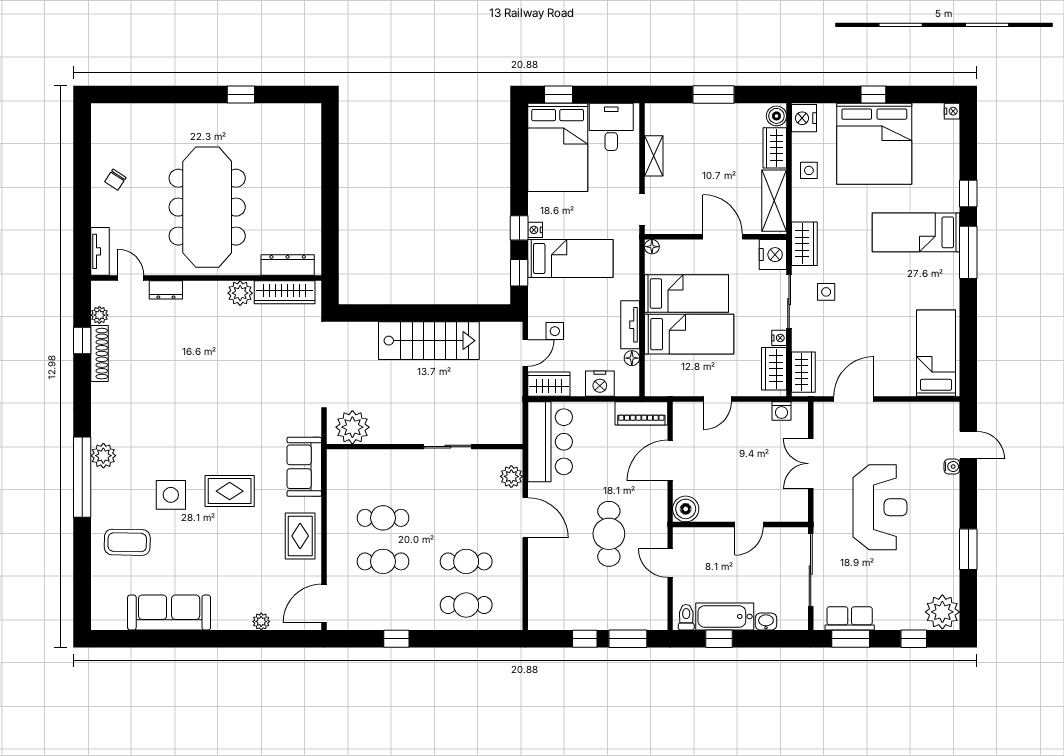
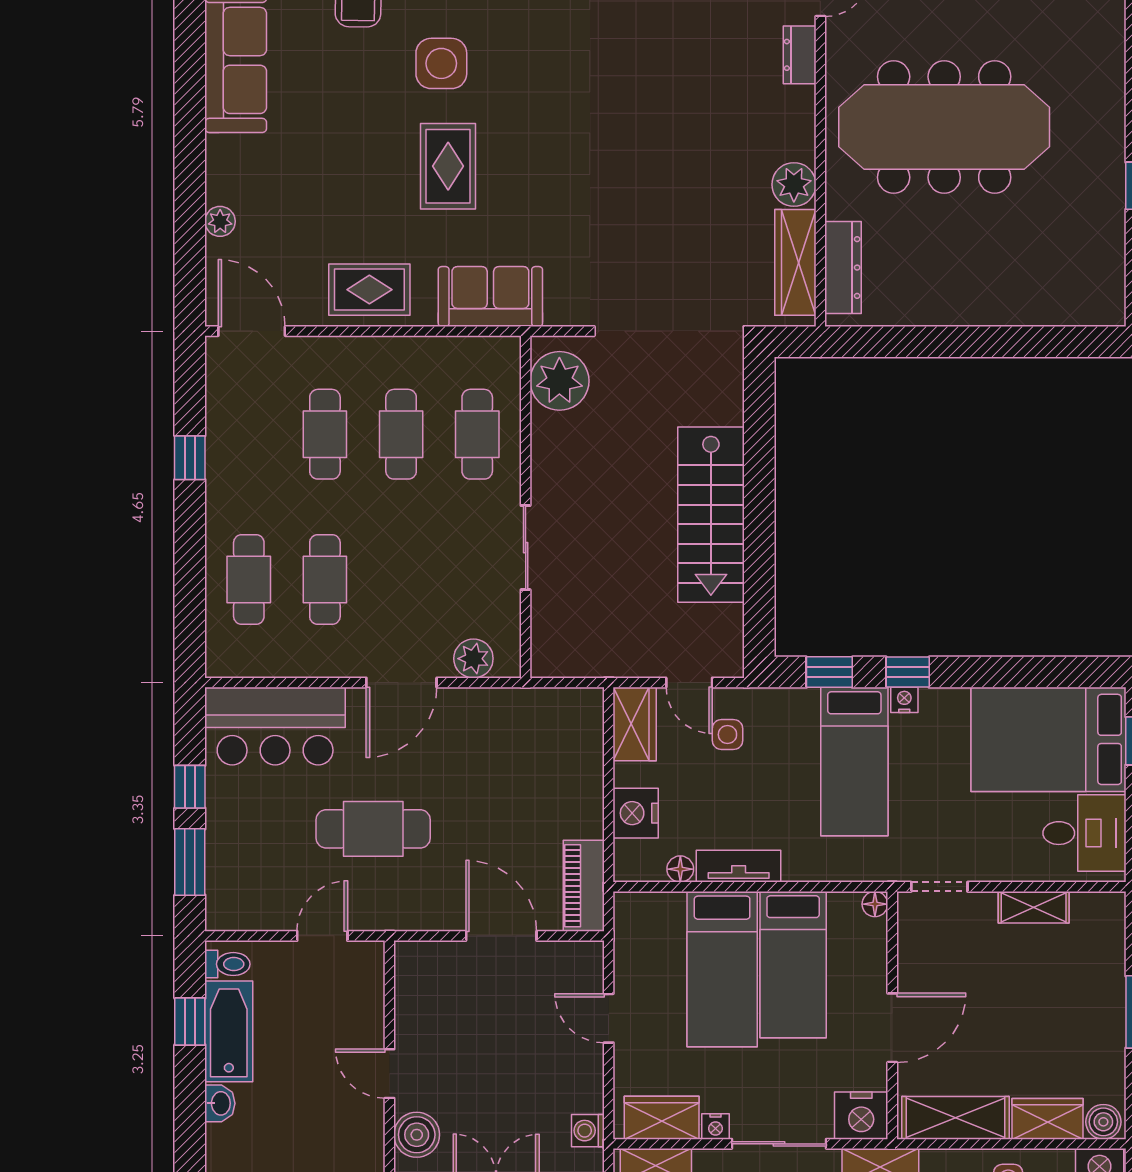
bar counter: (550, 442) -> (275, 726), moved
cafe table: (383, 474) -> (477, 434), added
boiler: (686, 509) -> (417, 1135), moved

